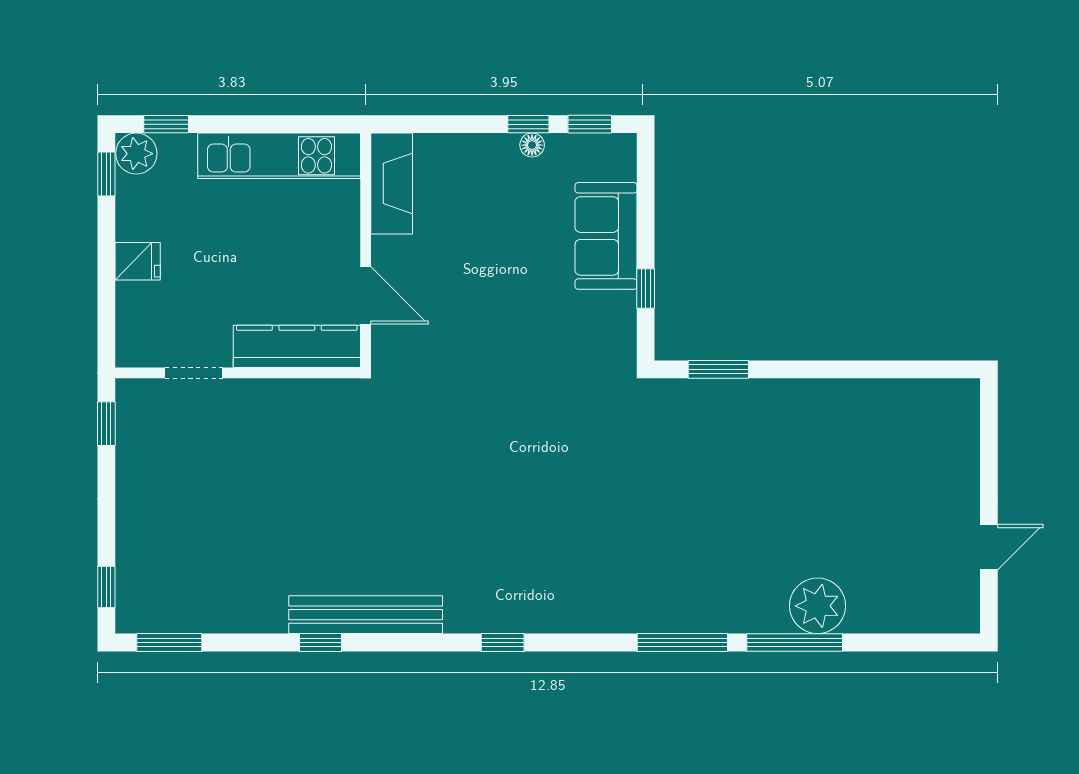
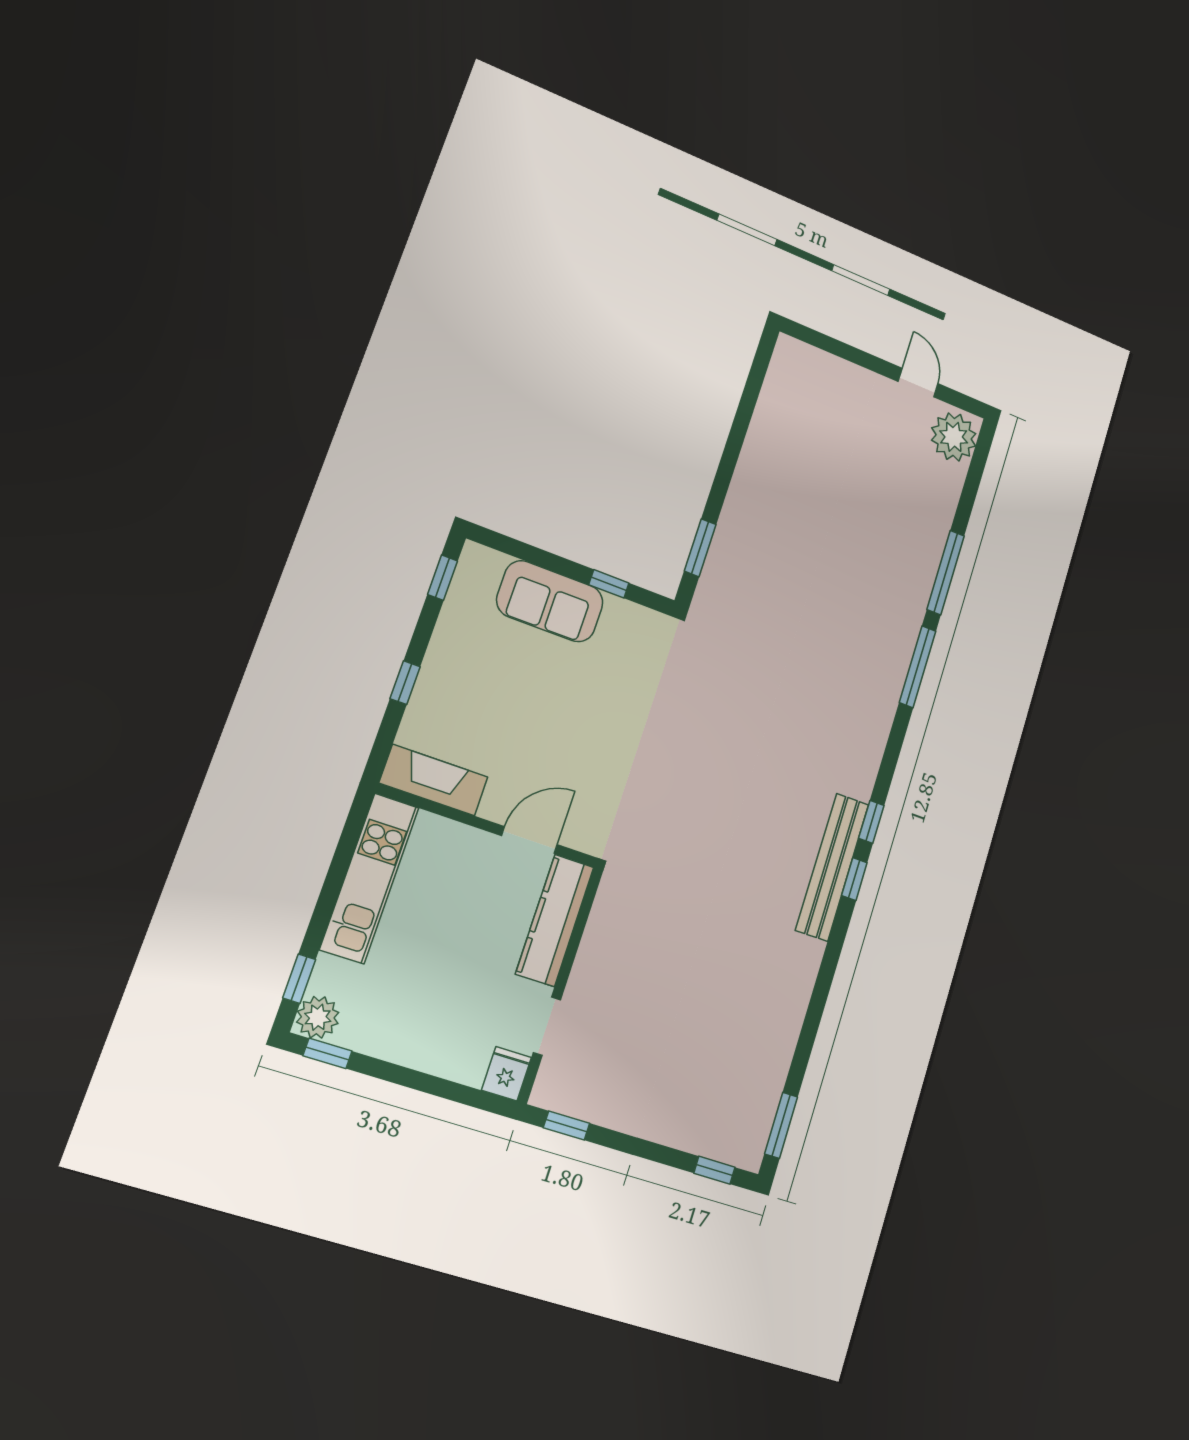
window: (528, 124) -> (405, 683), moved
floor lamp: (532, 145) -> (443, 637), removed
fridge: (138, 261) -> (506, 1074), moved
plant: (818, 606) -> (954, 437), moved
bench: (366, 615) -> (832, 867), moved
window: (321, 643) -> (854, 879), moved

